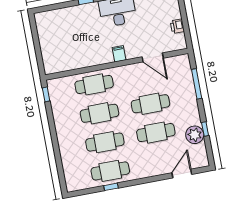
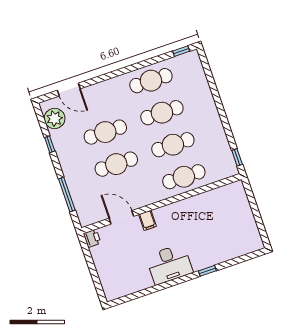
printer: (177, 26) -> (92, 238), moved
filing cabinet: (119, 54) -> (148, 220), moved
plant: (195, 135) -> (55, 119), moved
door: (182, 174) -> (69, 90), hinge flipped
window: (111, 187) -> (181, 51), moved

